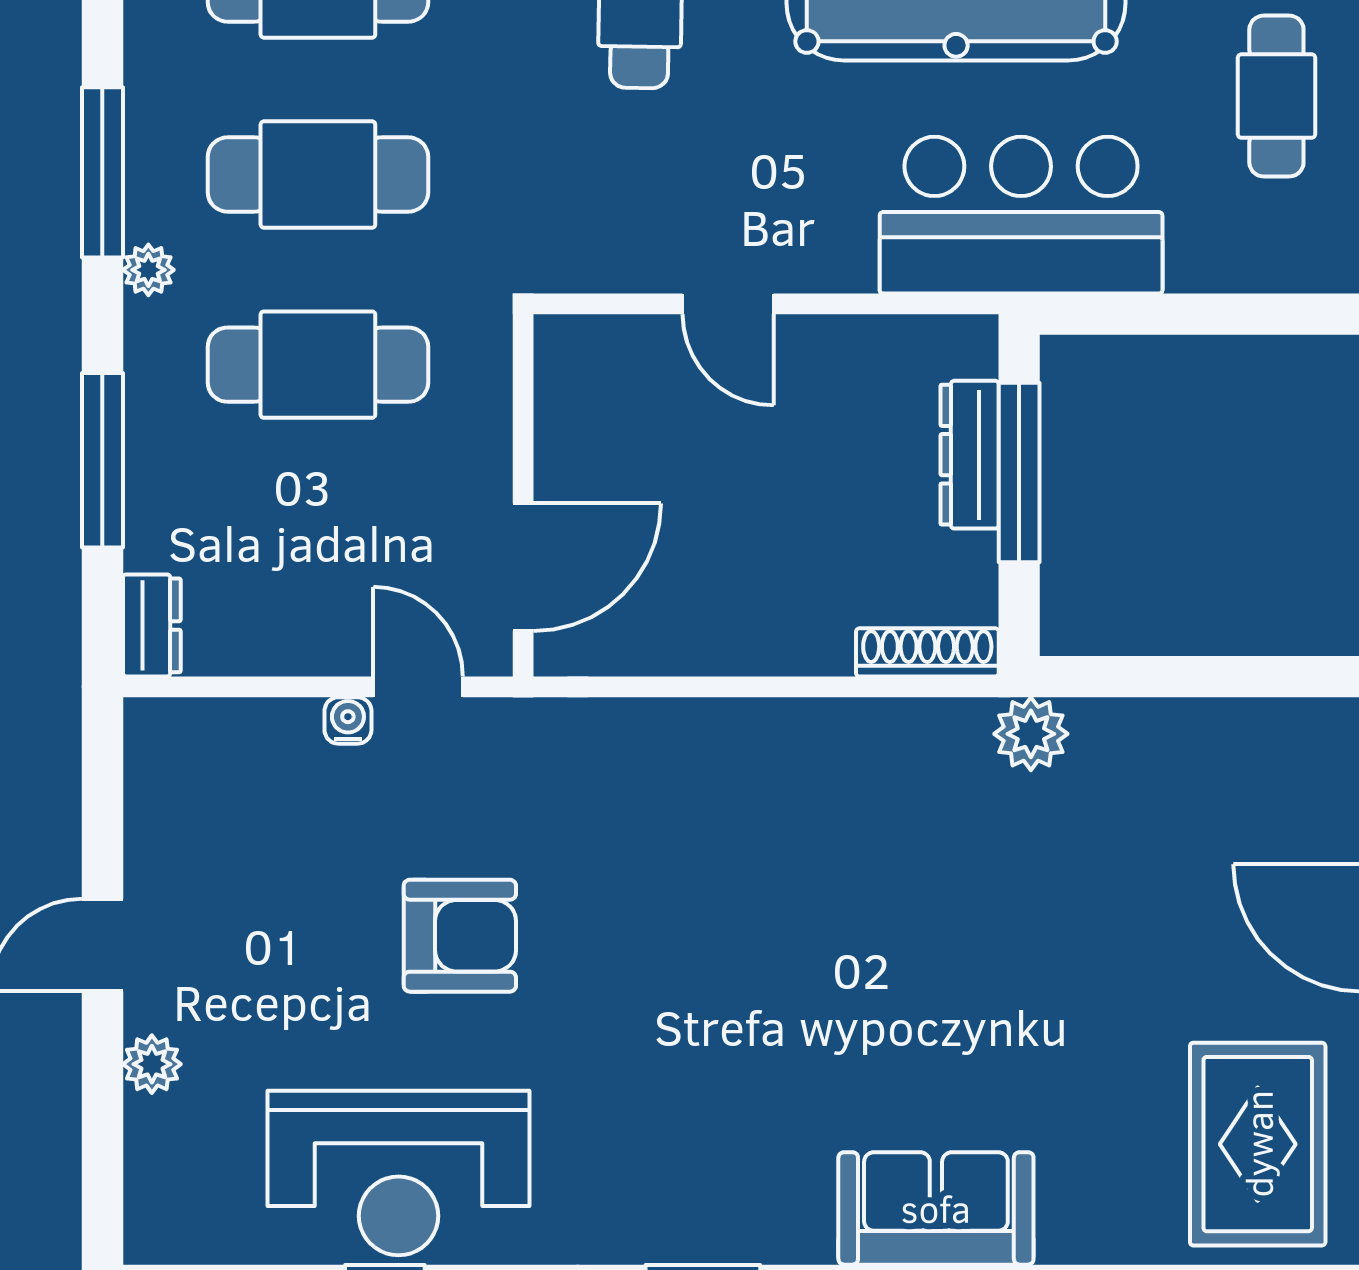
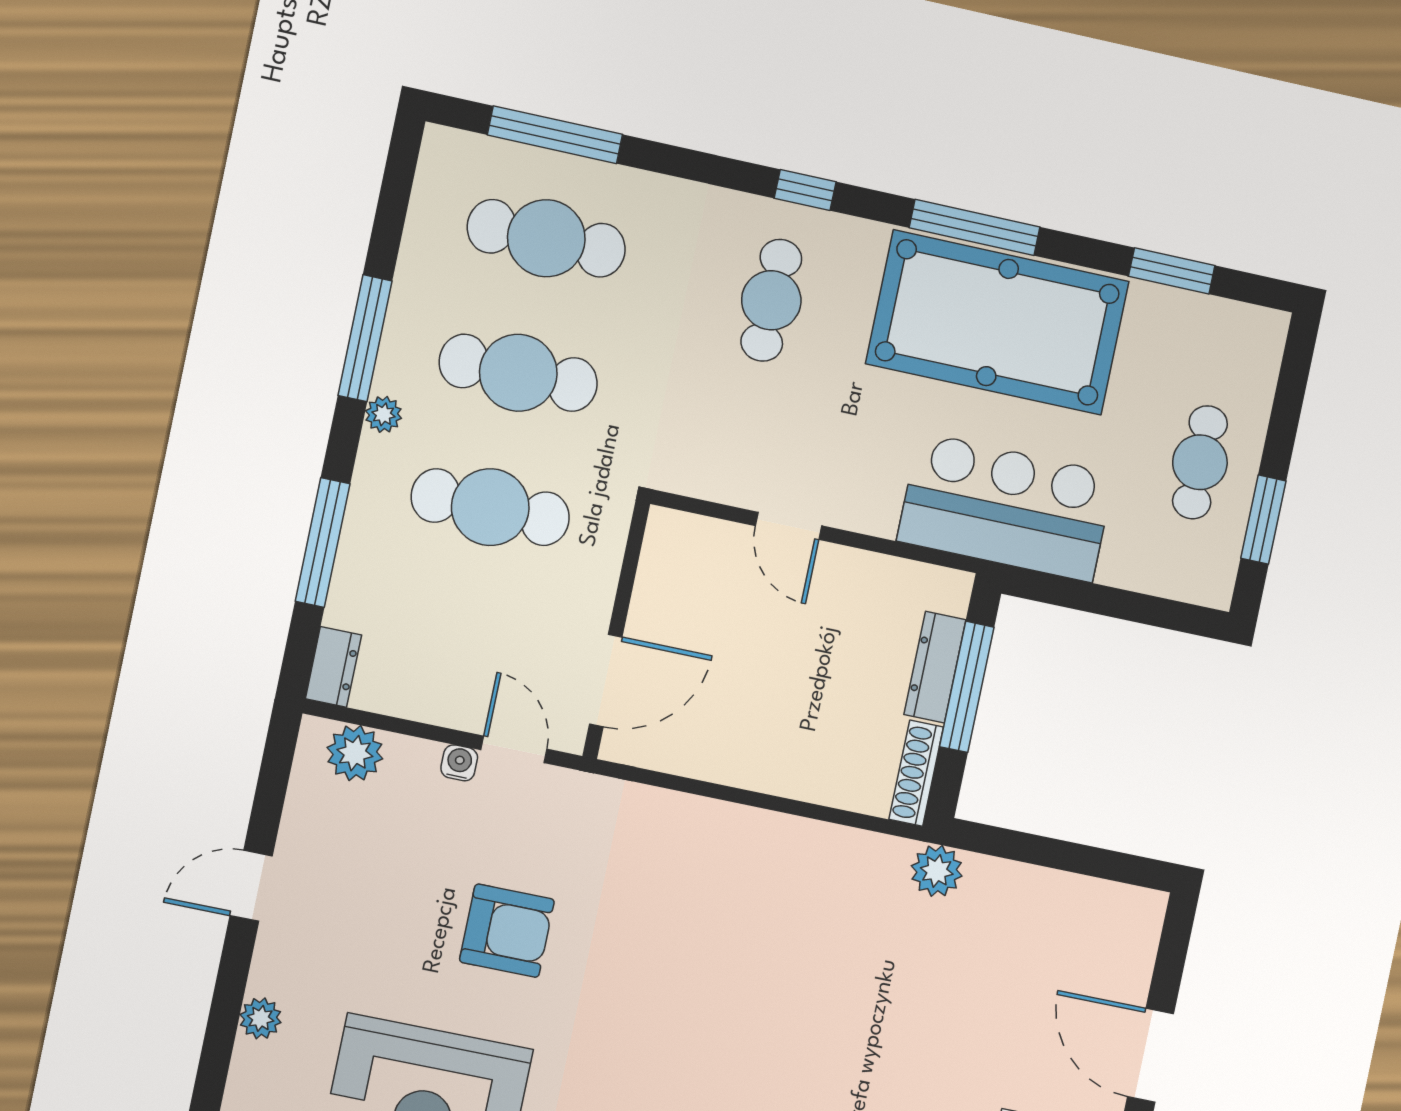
shoe rack: (927, 652) -> (916, 773), moved, turned -90
plant: (205, 736) -> (355, 753), added
plant: (152, 1064) -> (261, 1018), moved

